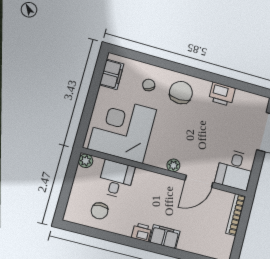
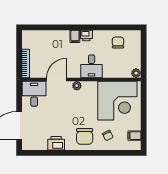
filing cabinet: (112, 74) -> (134, 136), width x0.50
desk: (116, 179) -> (92, 66), moved
filing cabinet: (165, 237) -> (75, 36), width x0.50

